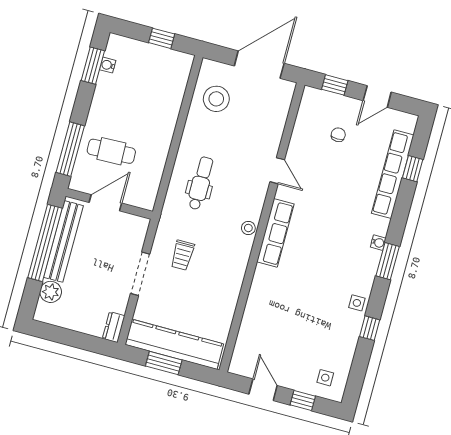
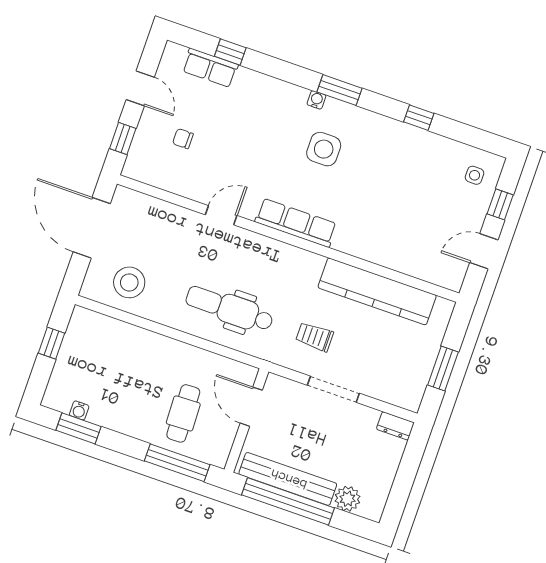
row of seats: (393, 174) -> (210, 68), width x0.50
dental chair: (201, 183) -> (230, 309), width x1.36, depth x1.38
door: (105, 203) -> (251, 407), moved
stool: (248, 228) -> (288, 255), removed
trolley: (182, 255) -> (315, 337), turned 180
side table: (357, 303) -> (324, 149), moved, width x1.87, depth x1.87
kitchen counter: (174, 344) -> (377, 291), moved, turned -90

